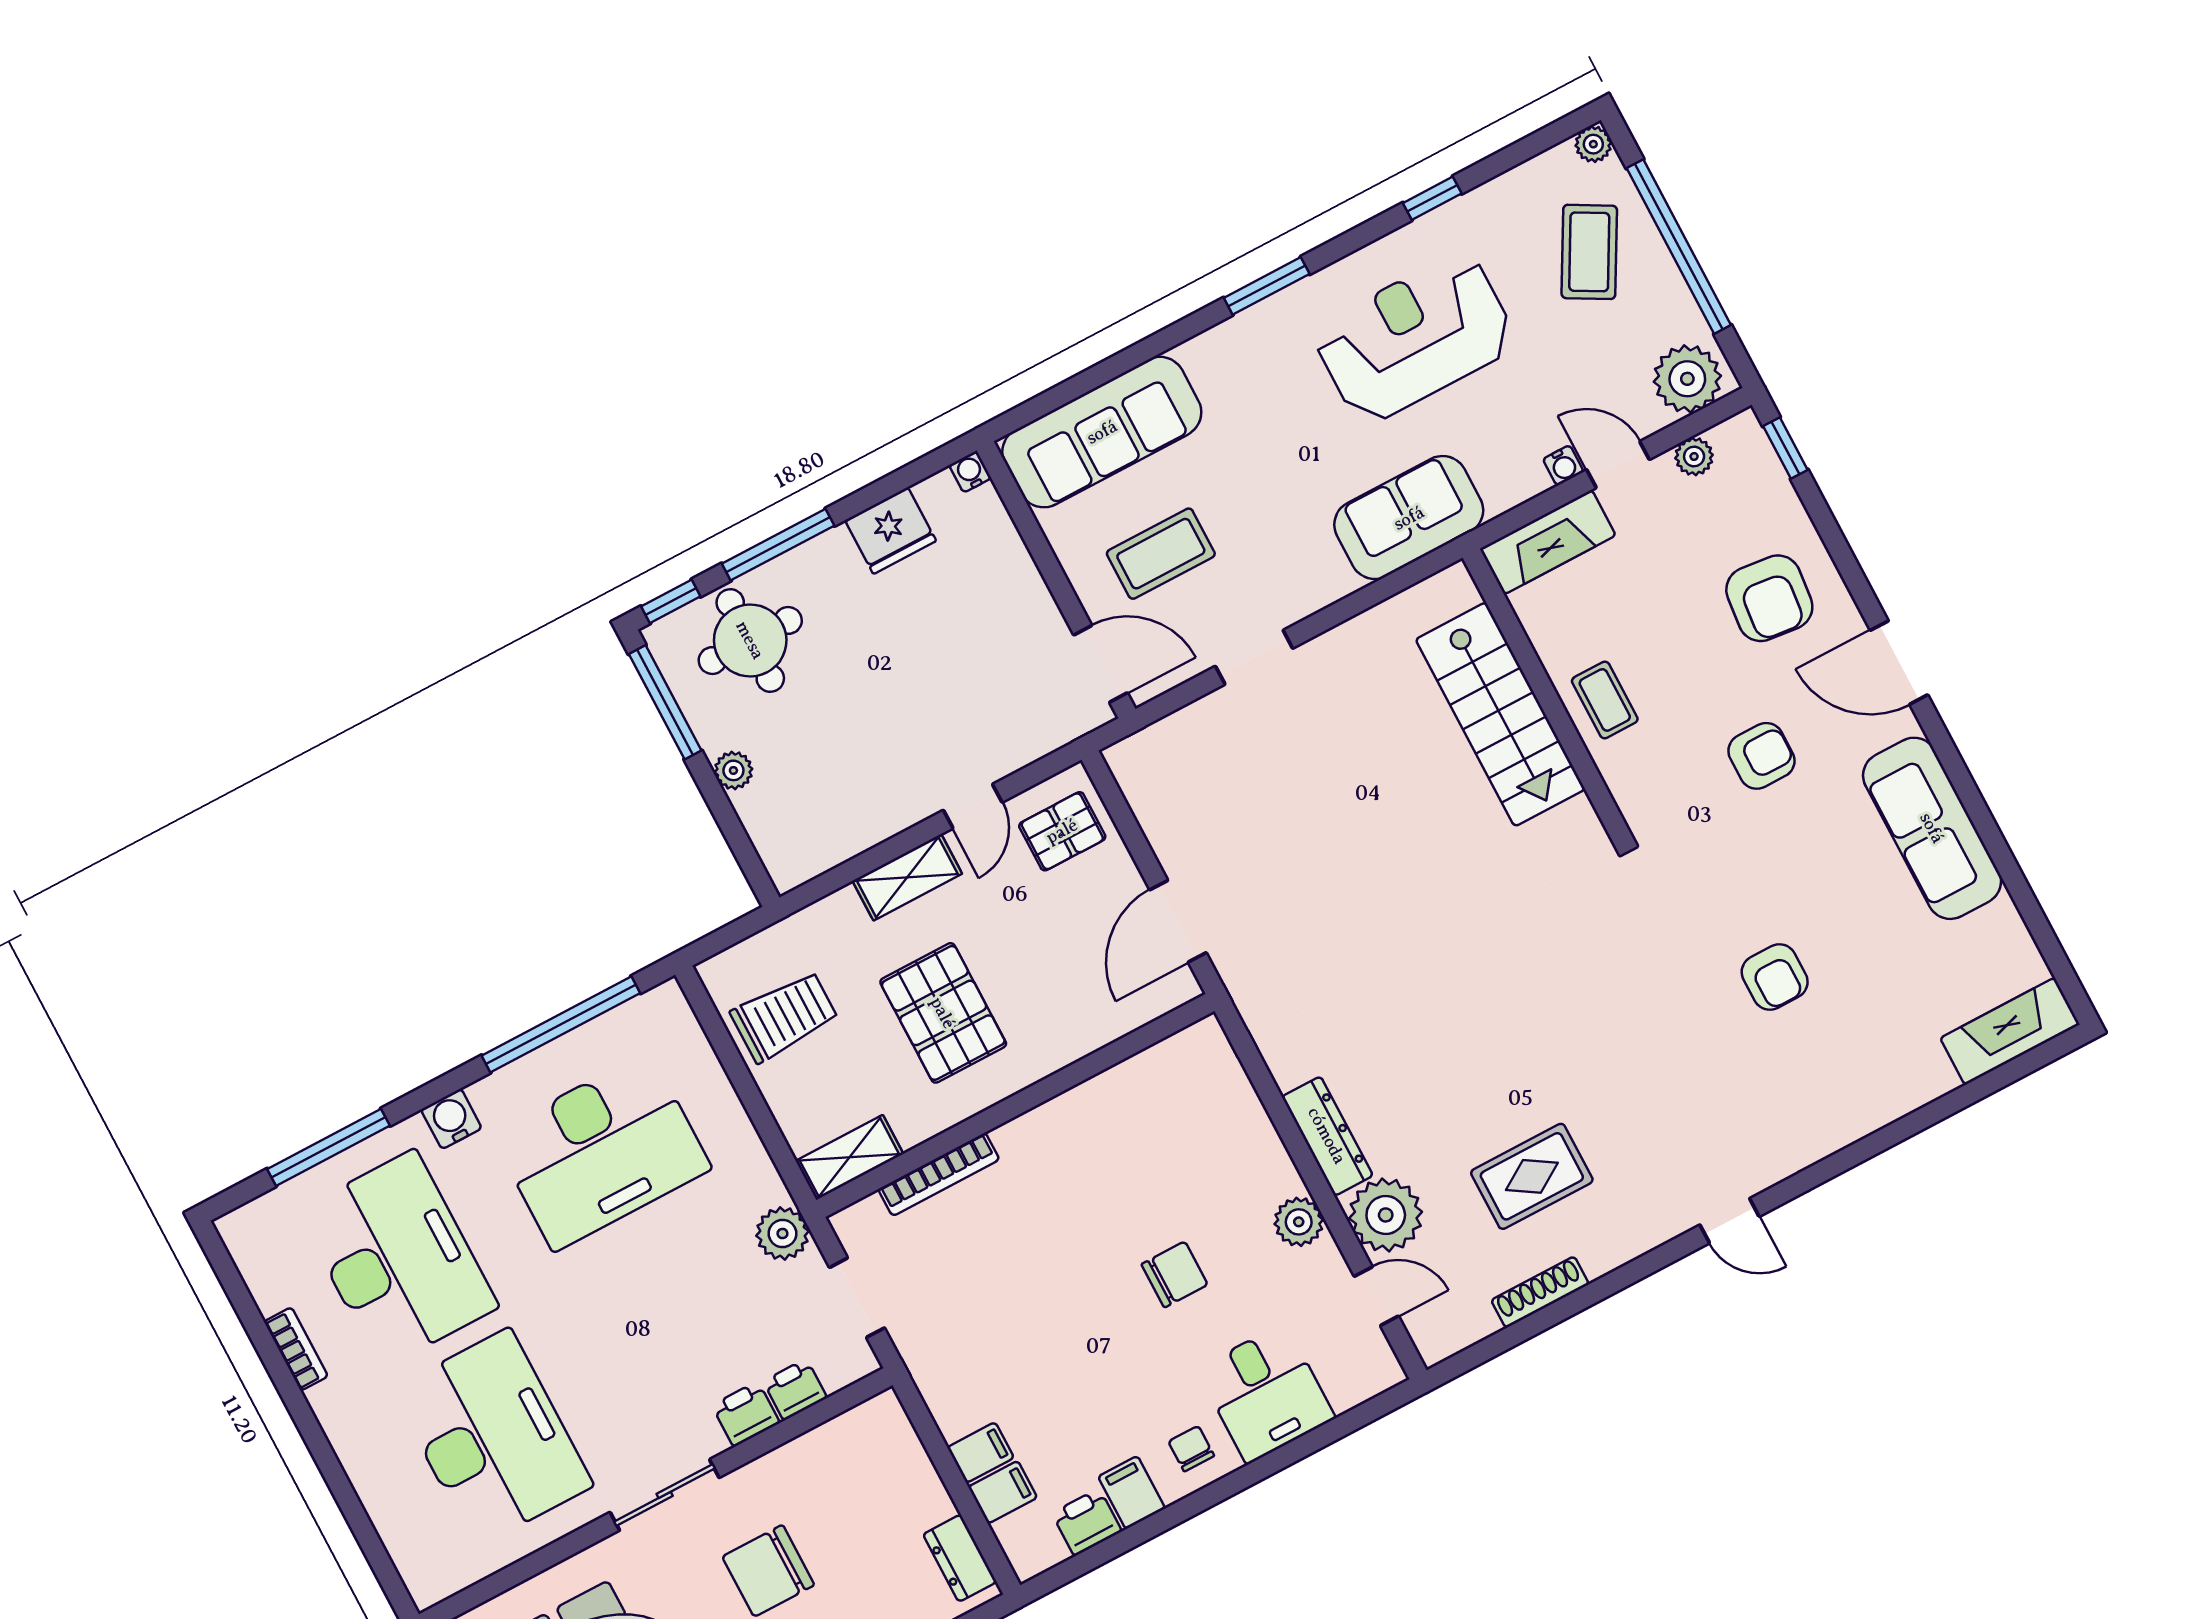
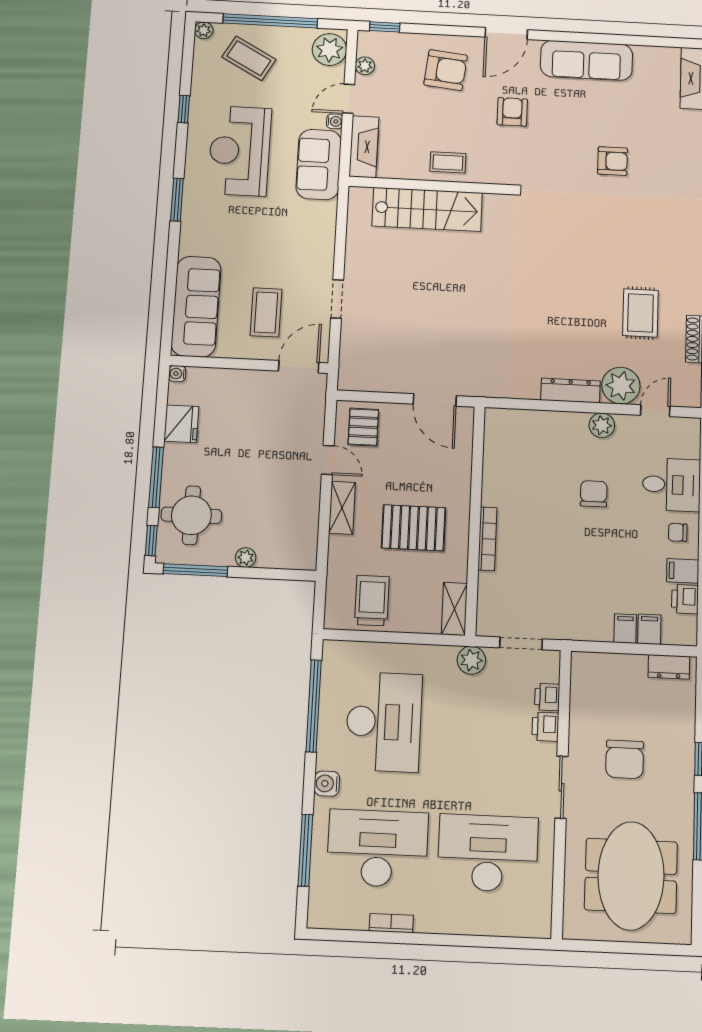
sofa: (1409, 518) -> (319, 164), moved
bookcase: (939, 1174) -> (487, 539), moved

